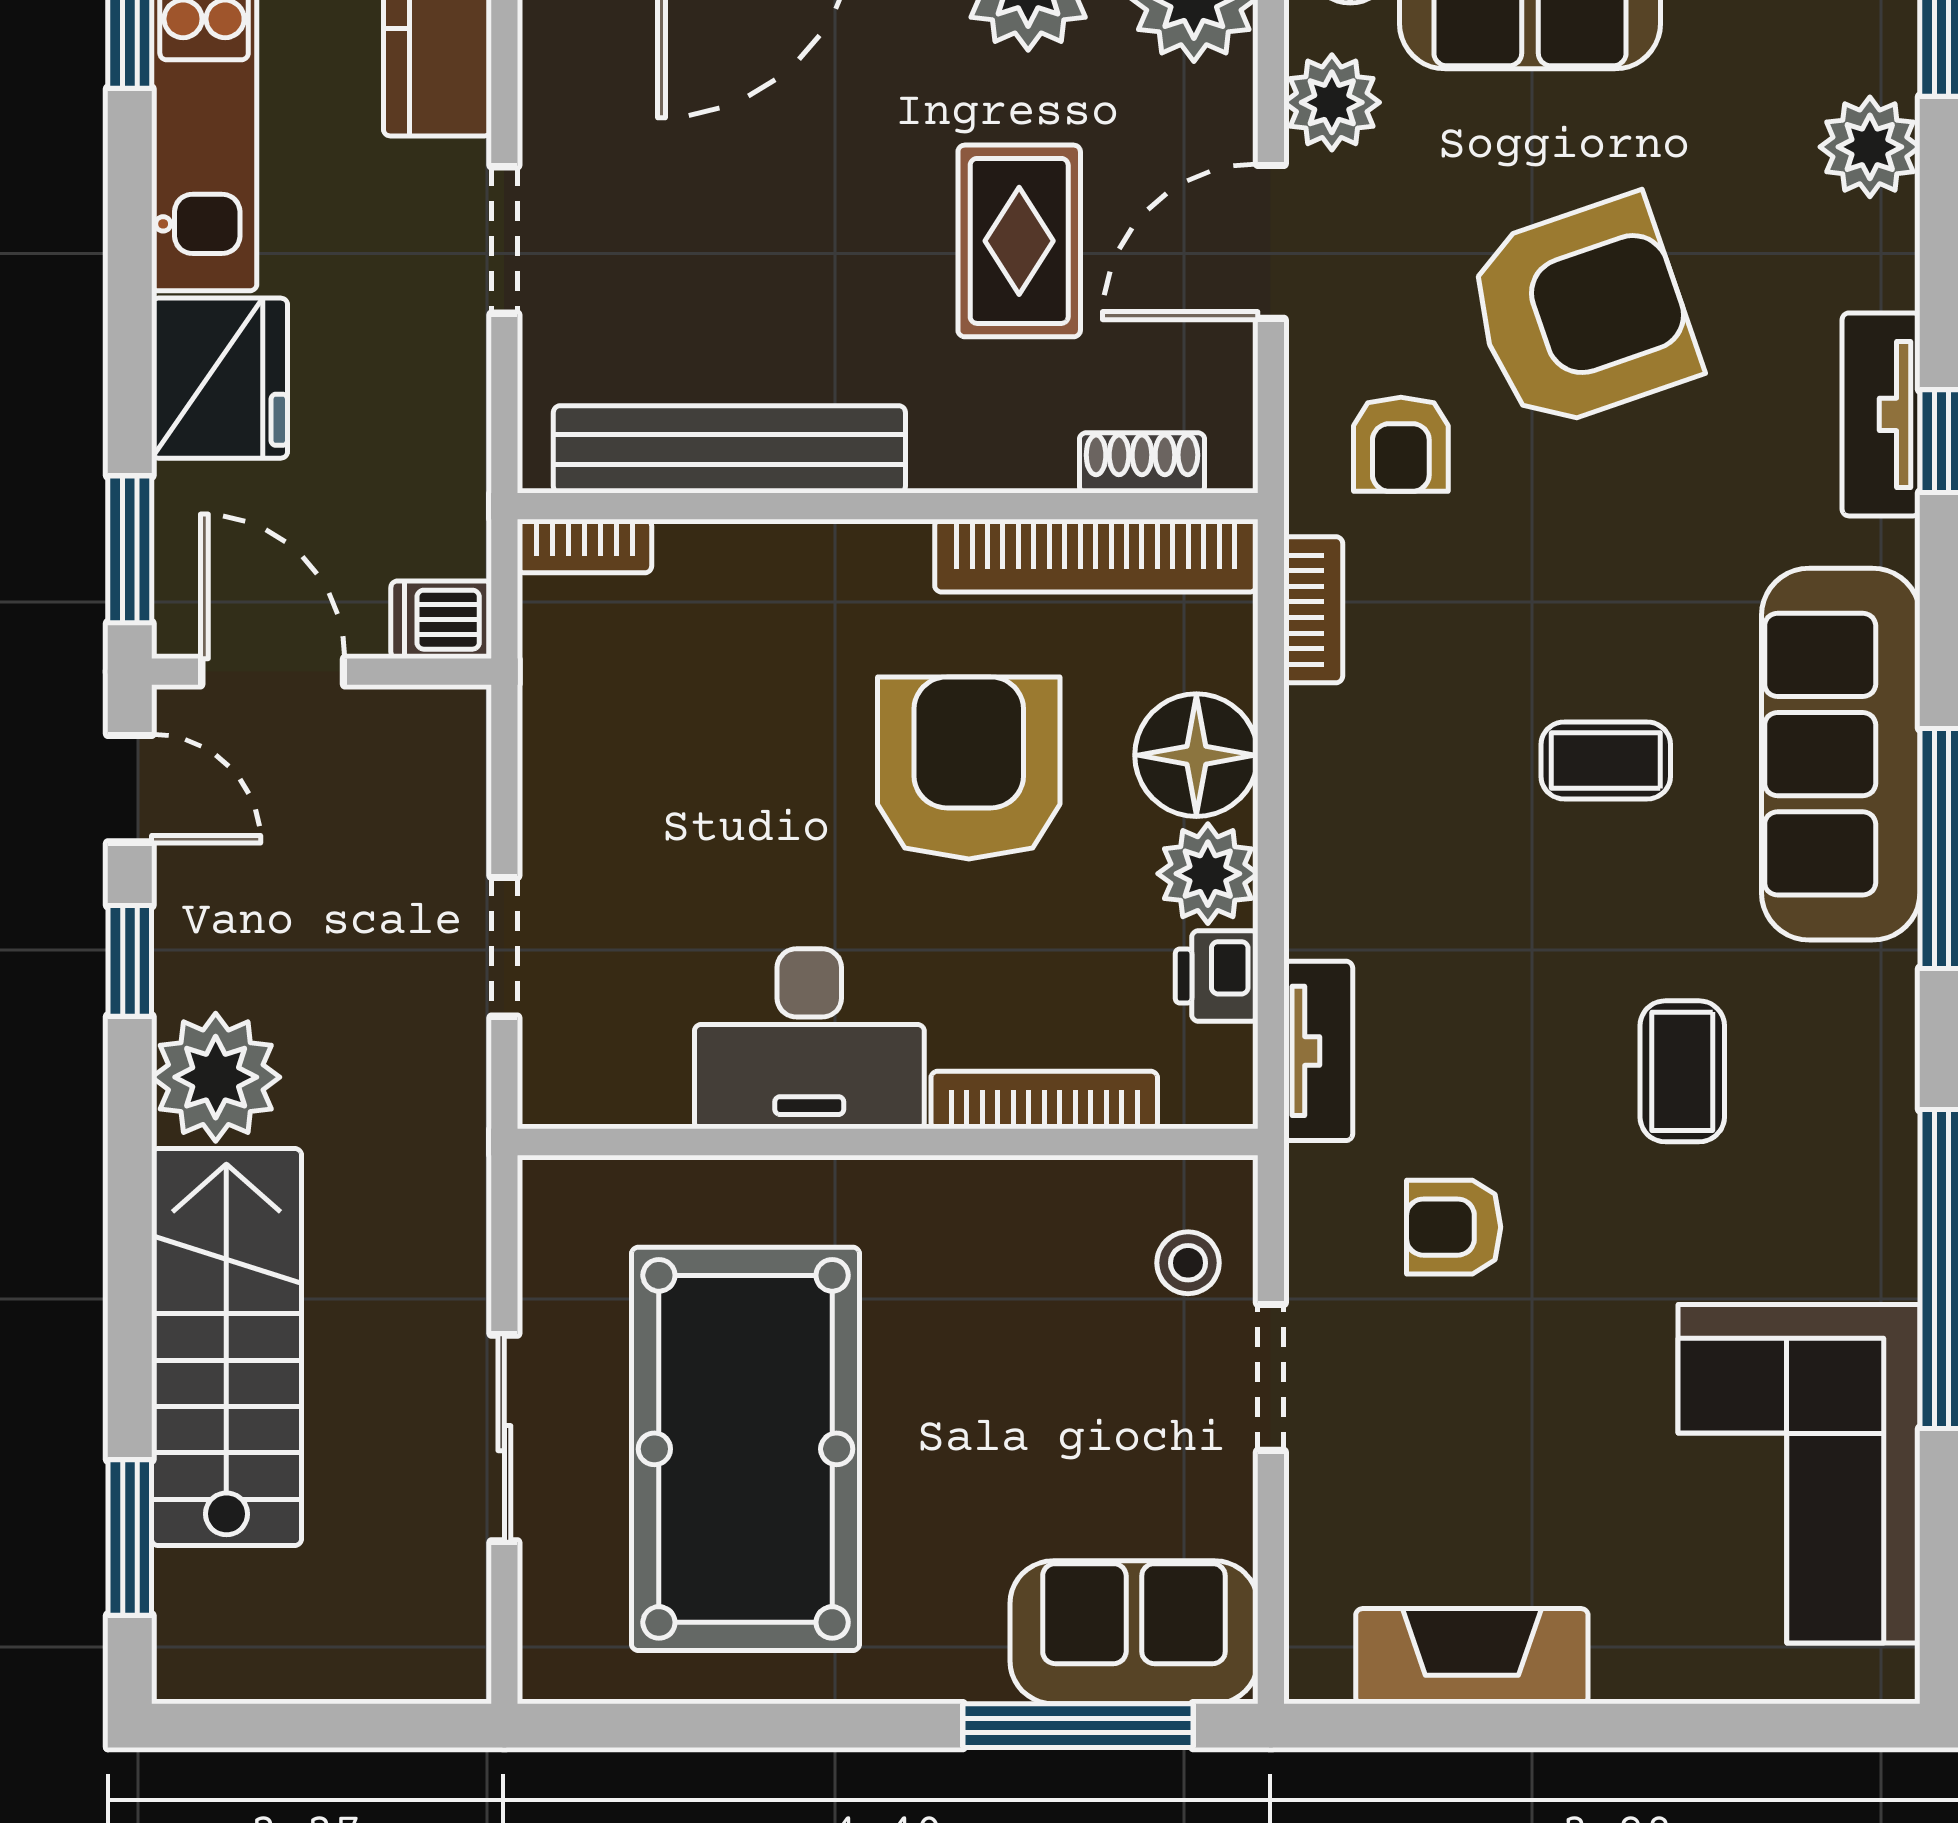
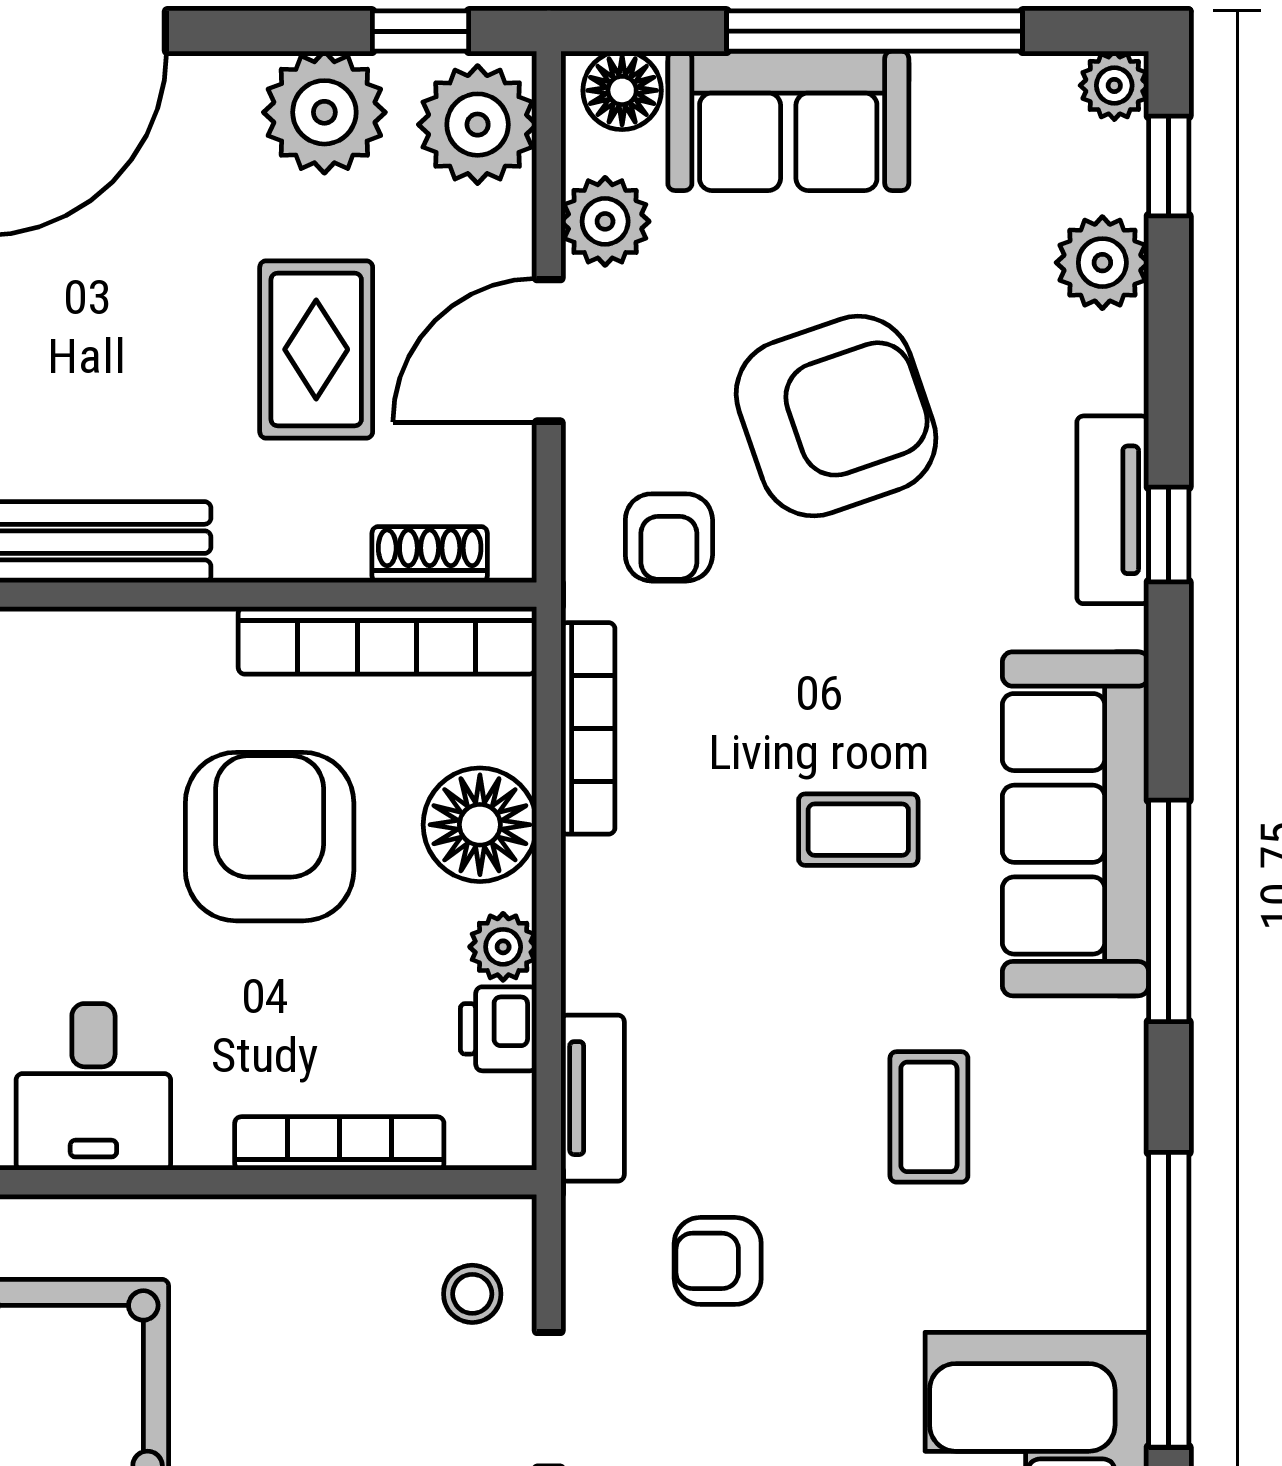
bookcase: (1313, 610) -> (588, 728), width x1.56
plant: (1208, 874) -> (503, 947), width x0.73, depth x0.73
desk: (809, 1039) -> (93, 1087), width x0.73

